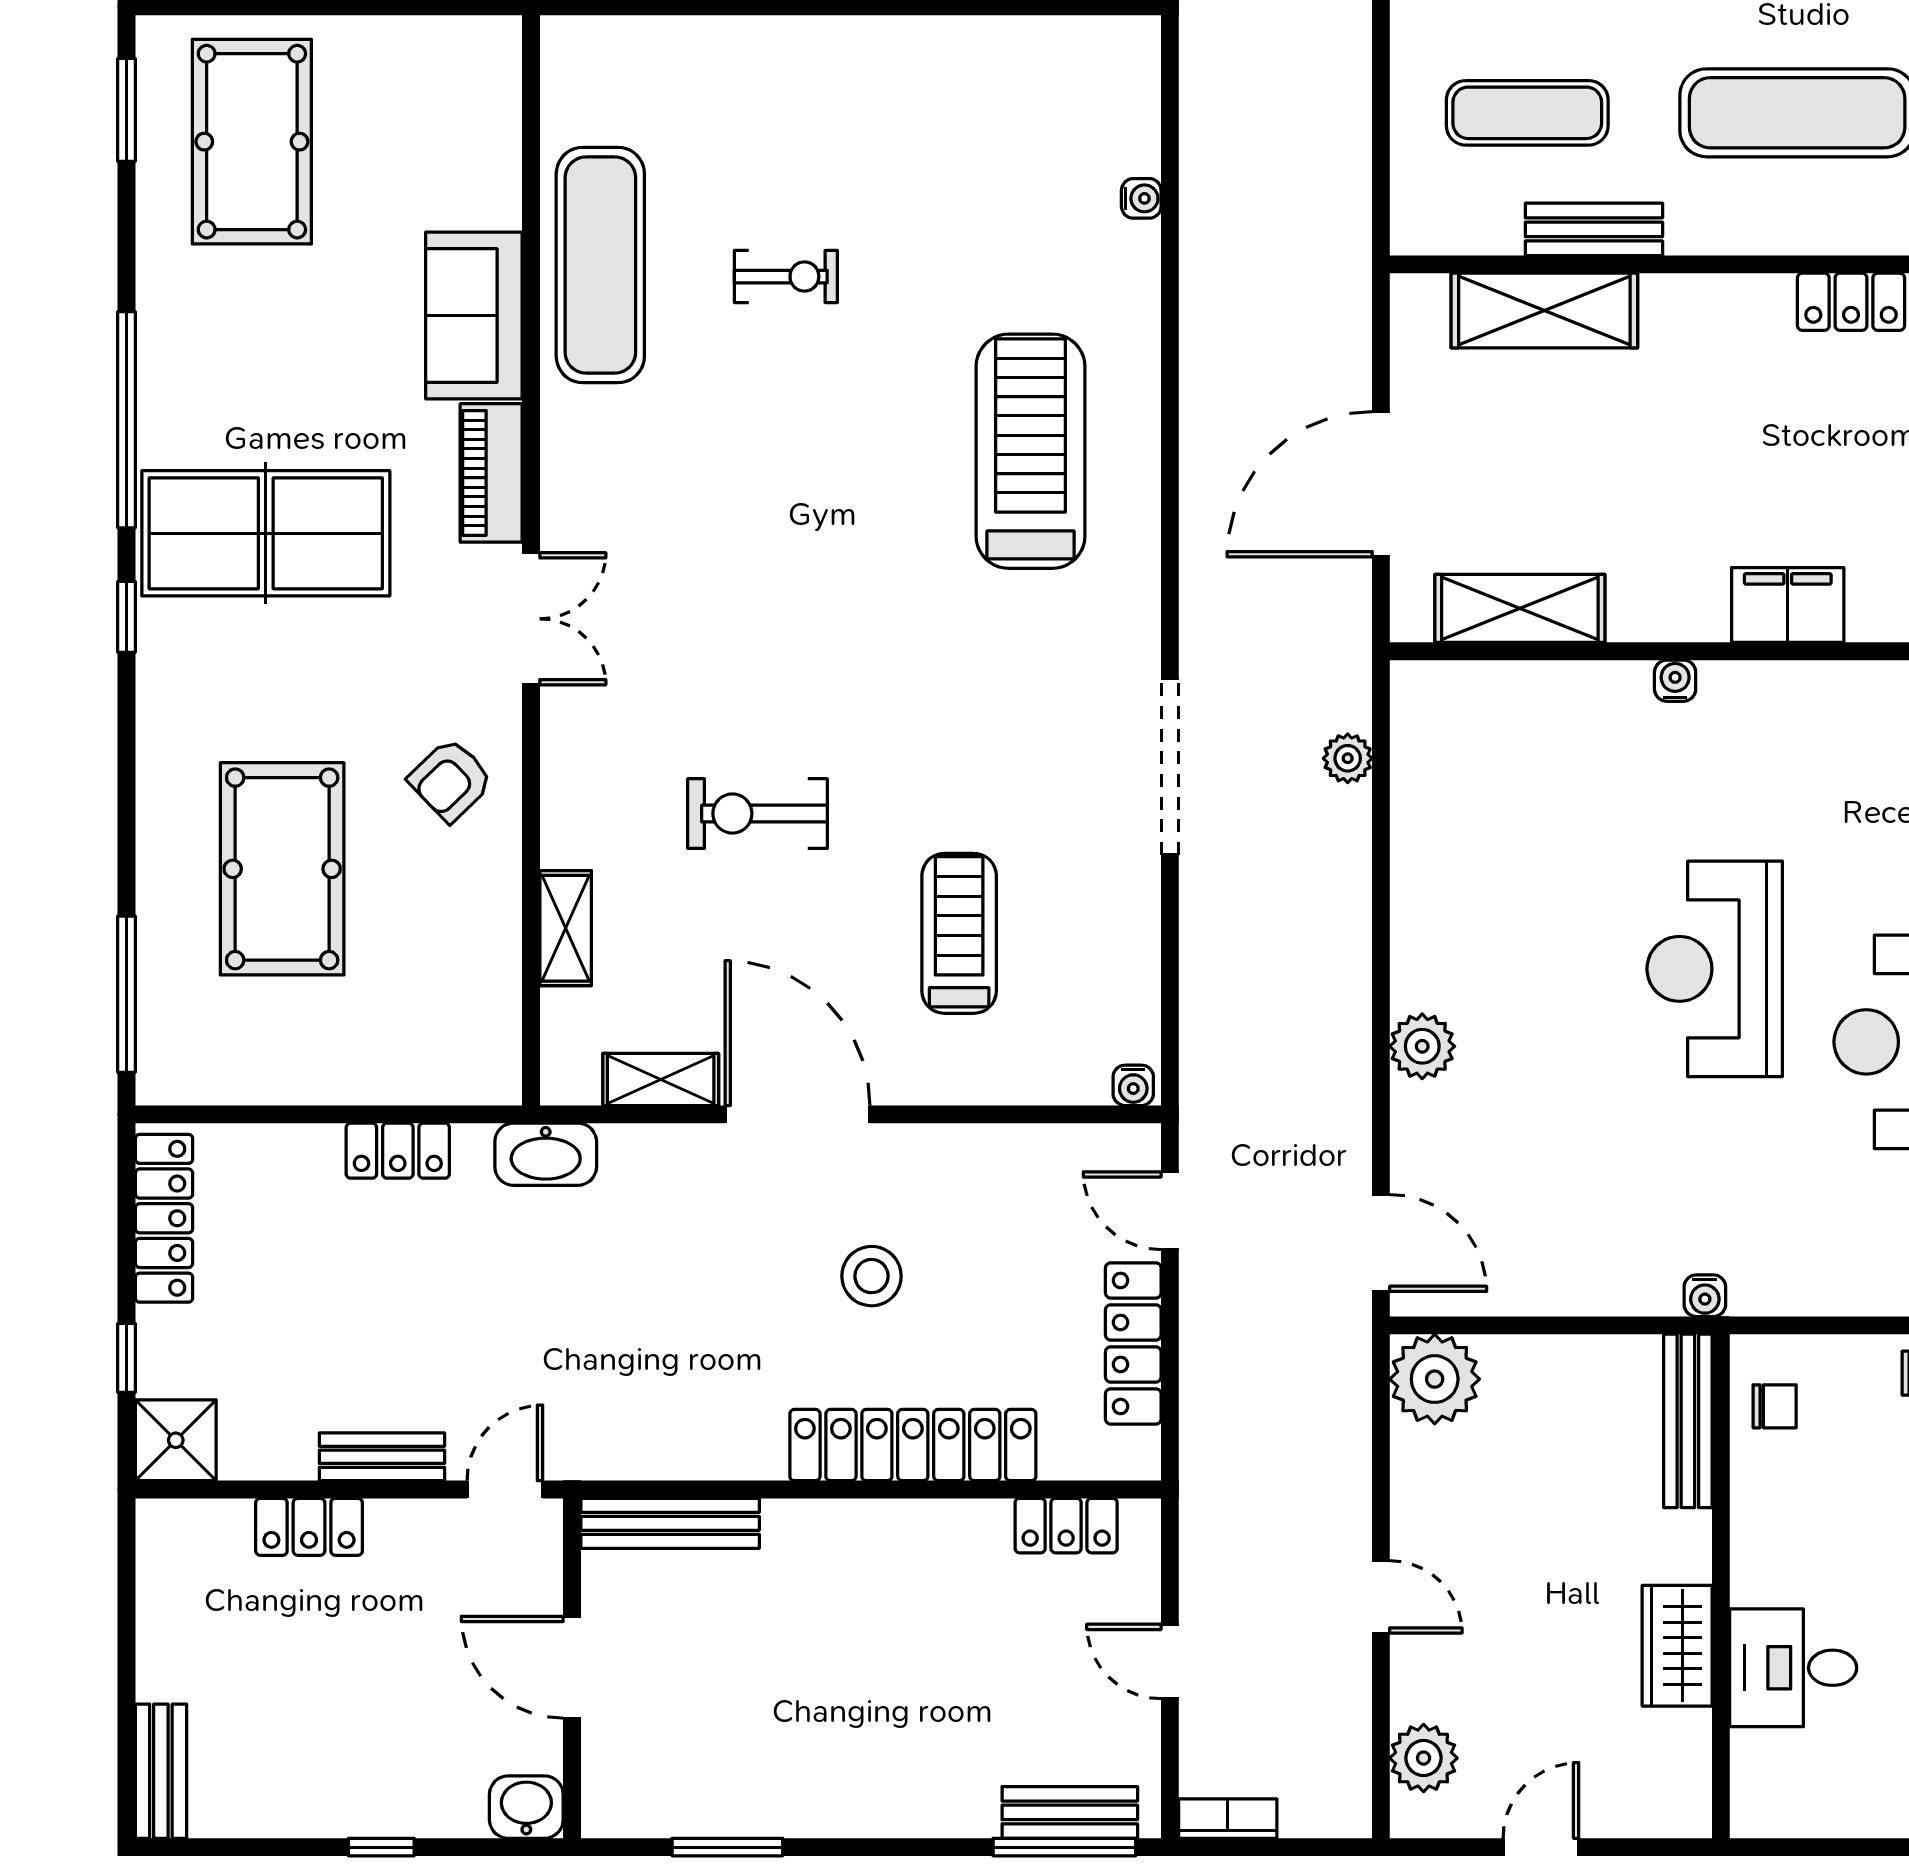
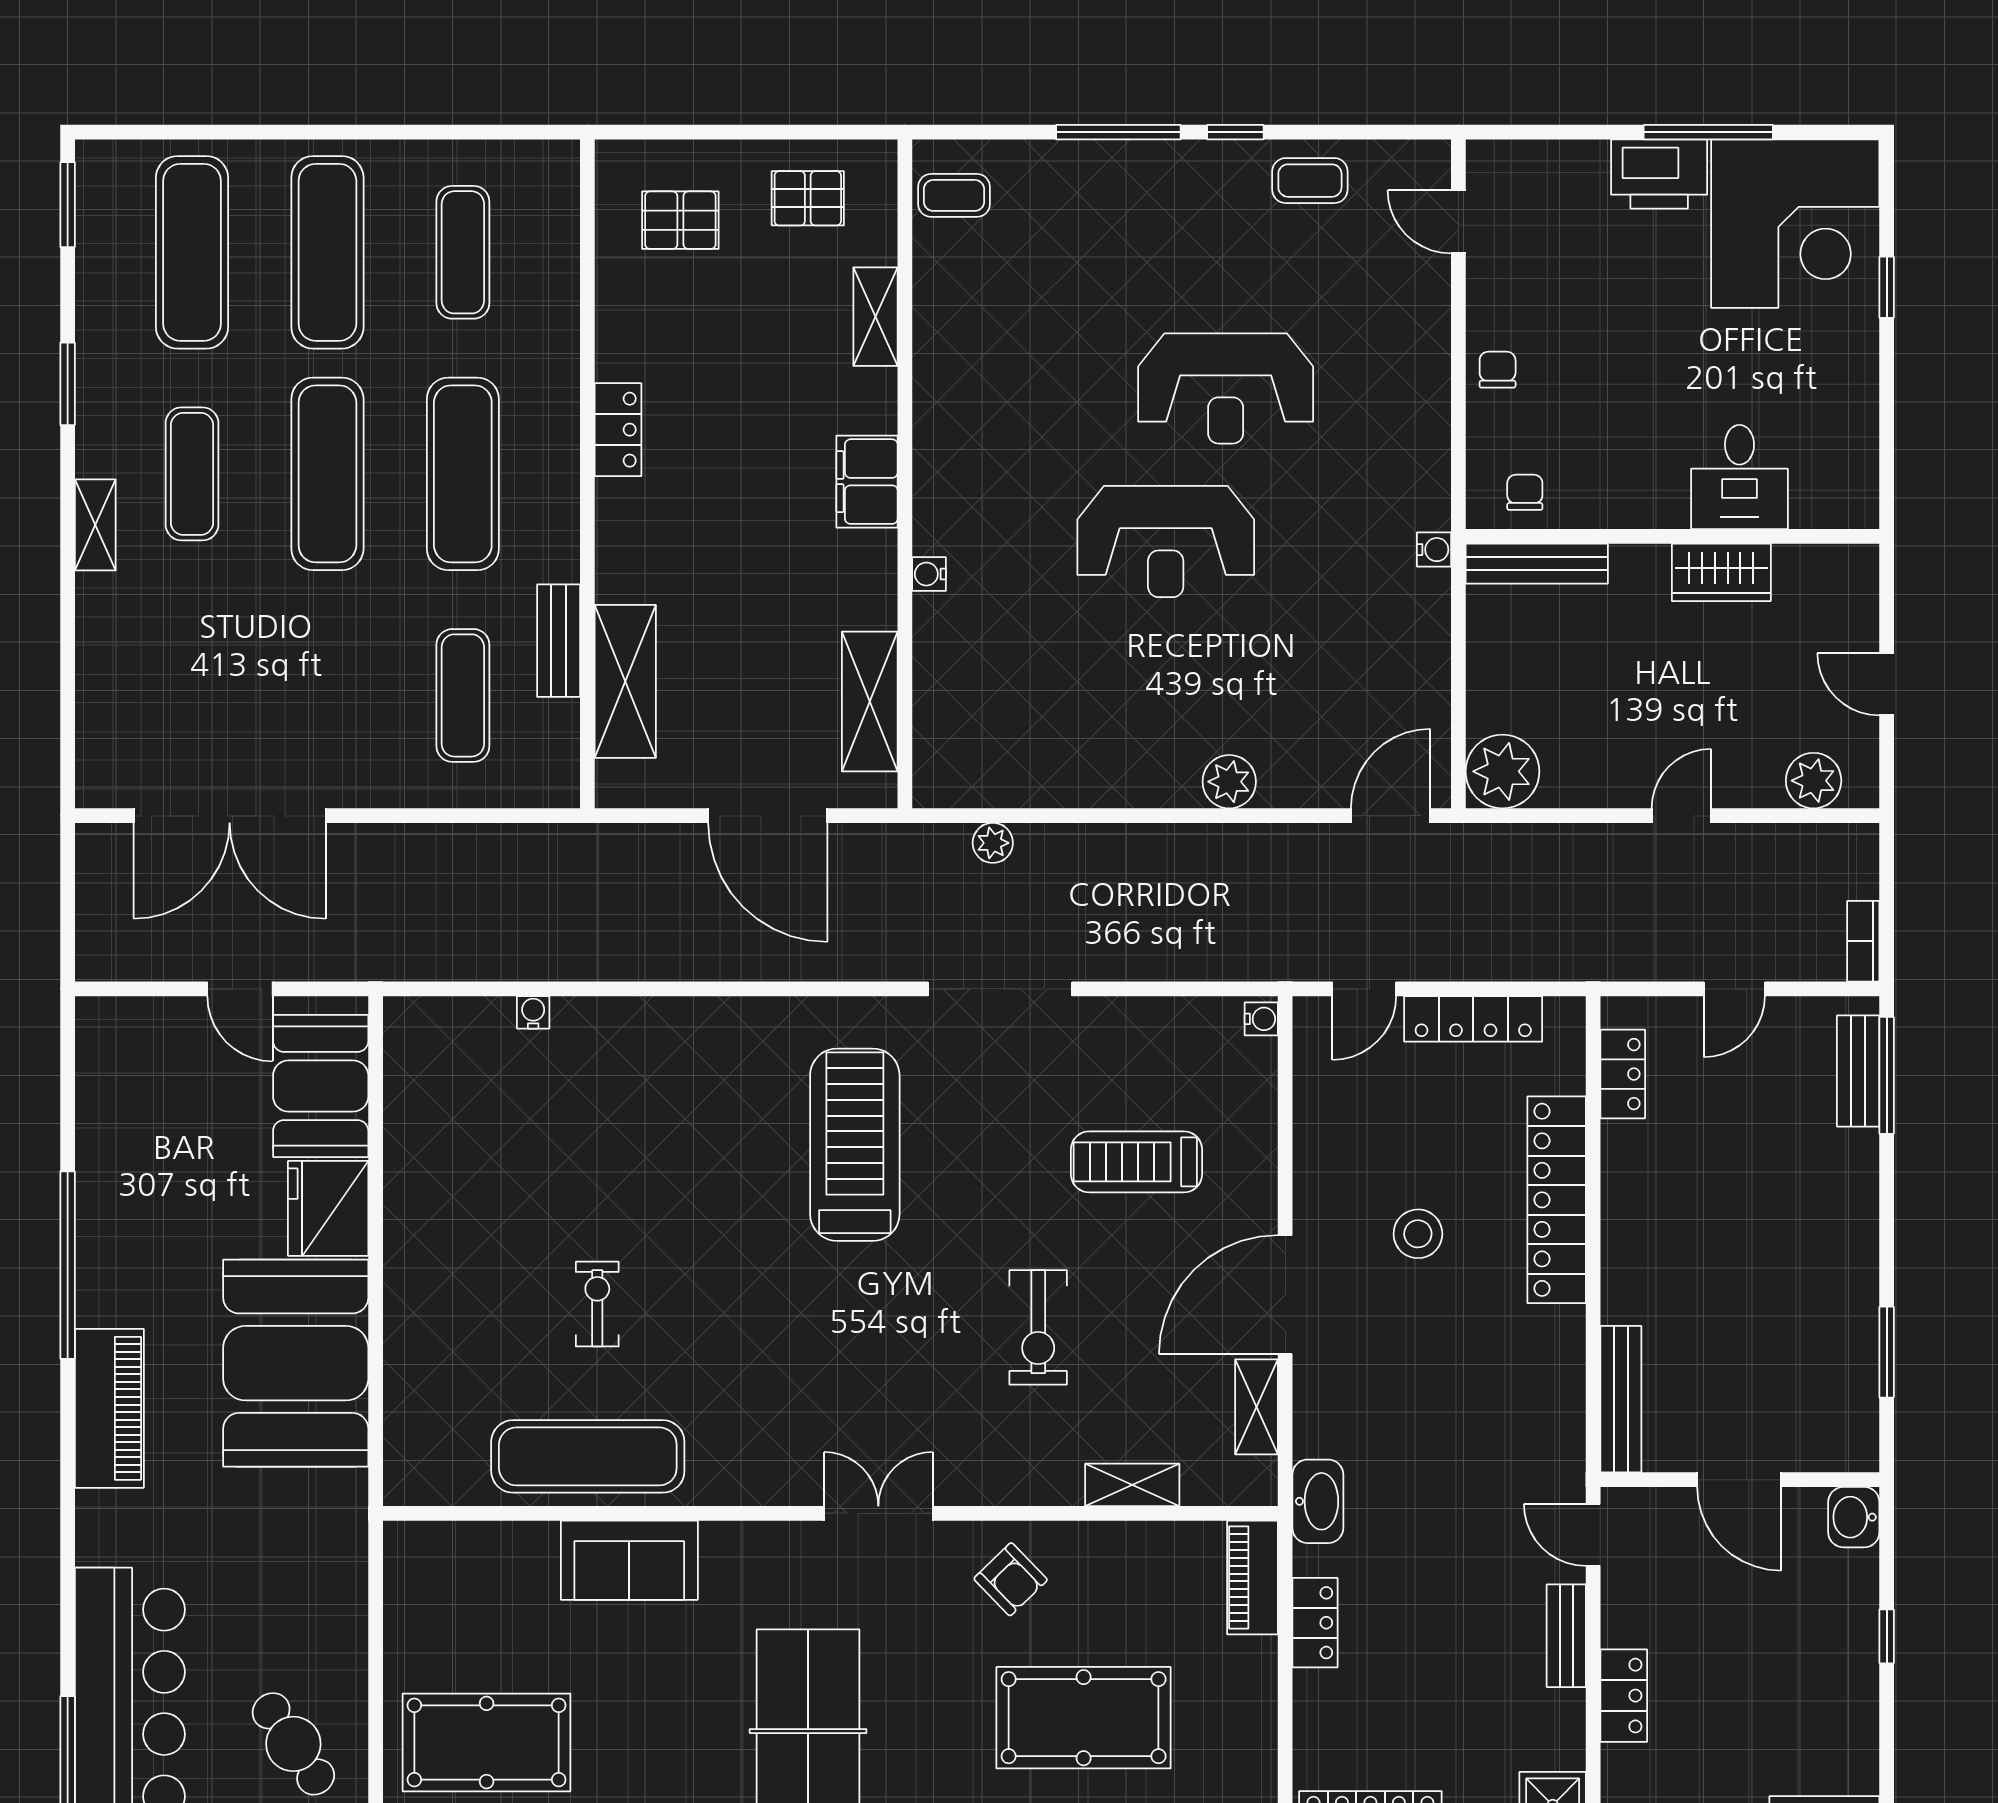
treadmill: (1031, 451) -> (855, 1145), moved, turned 90
piano: (491, 473) -> (1252, 1577), moved, turned 90
door: (572, 1667) -> (1739, 1480), hinge flipped

